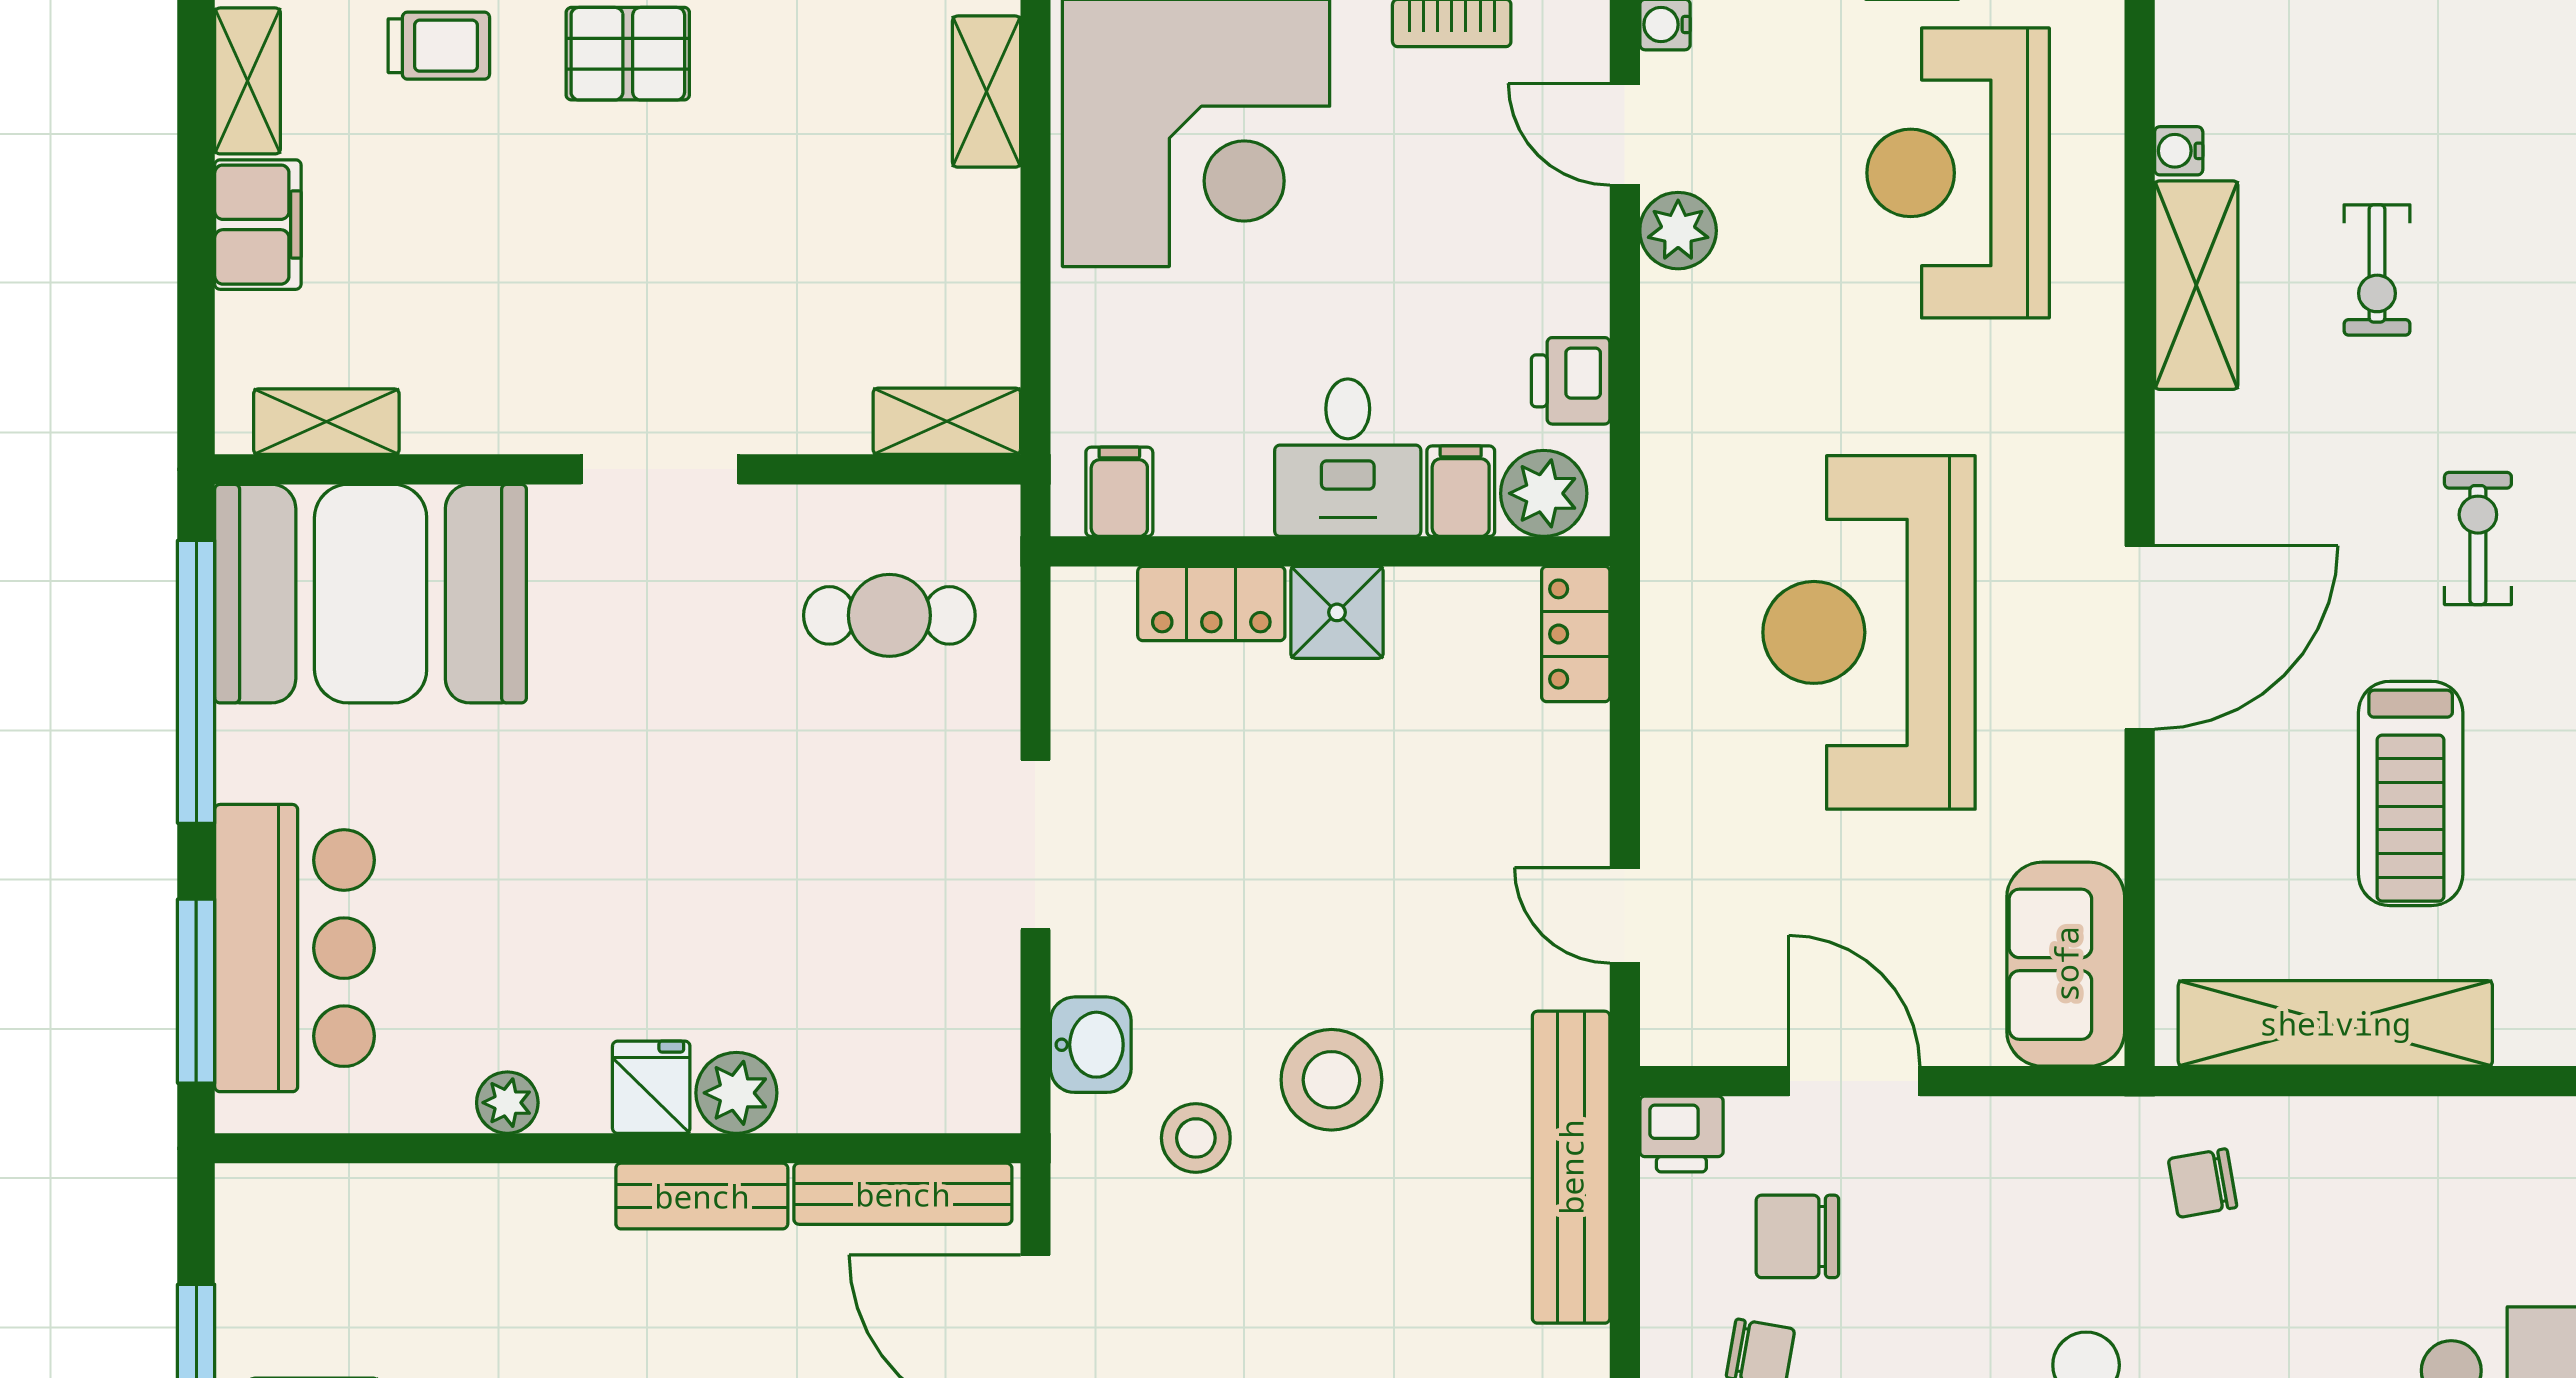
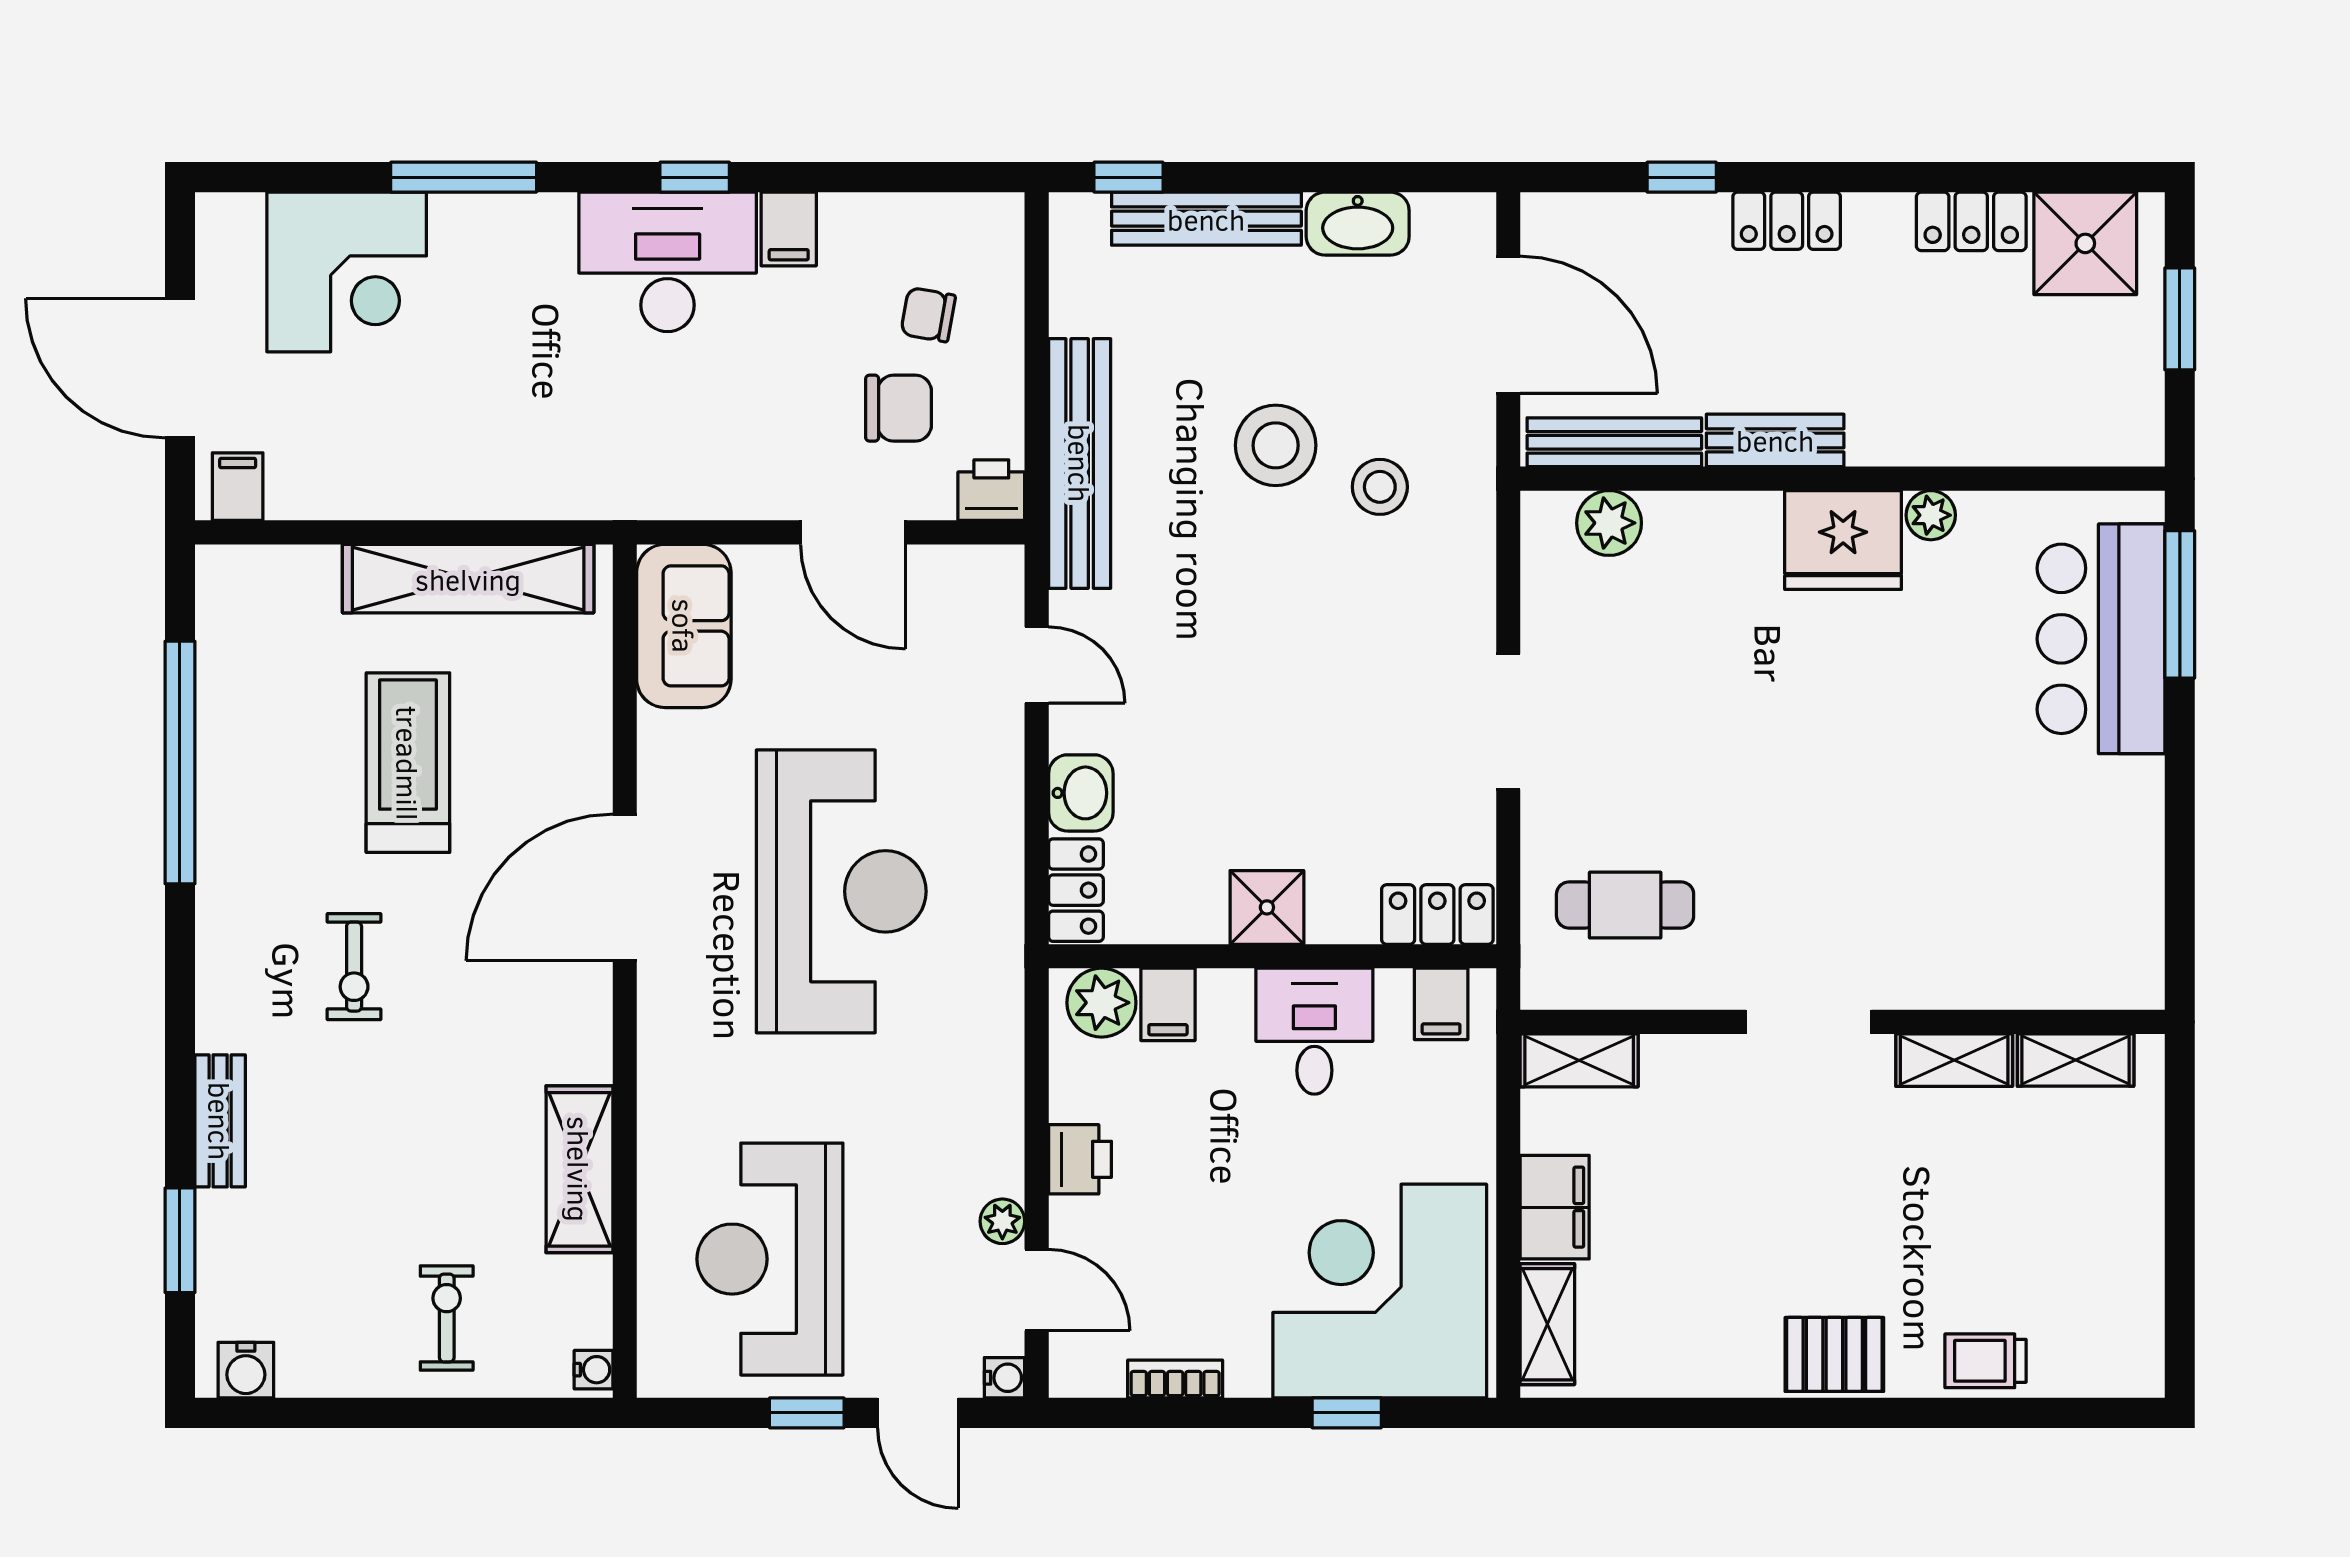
shelving: (248, 81) -> (1954, 1060), moved, turned 90
water cooler: (2179, 151) -> (593, 1370), moved
reception desk: (1958, 173) -> (770, 1259), turned 180
filing cabinet: (258, 225) -> (1555, 1207), moved, turned 180
plant: (1678, 231) -> (1002, 1221), width x0.73, depth x0.73
exercise bike: (2377, 270) -> (447, 1318), moved
printer: (1571, 381) -> (1080, 1159), moved
desk: (1348, 458) -> (1314, 1031), moved
booth: (371, 594) -> (2040, 922), removed
locker: (1211, 604) -> (1437, 914), moved
window: (196, 682) -> (2180, 852), removed
washbasin: (1091, 1045) -> (1081, 793), moved, turned 180
stool: (1331, 1080) -> (1276, 445), moved
fridge: (651, 1087) -> (1843, 540), width x1.88, depth x1.34
plant: (736, 1093) -> (1609, 523), moved
chair: (2203, 1183) -> (574, 451), removed

